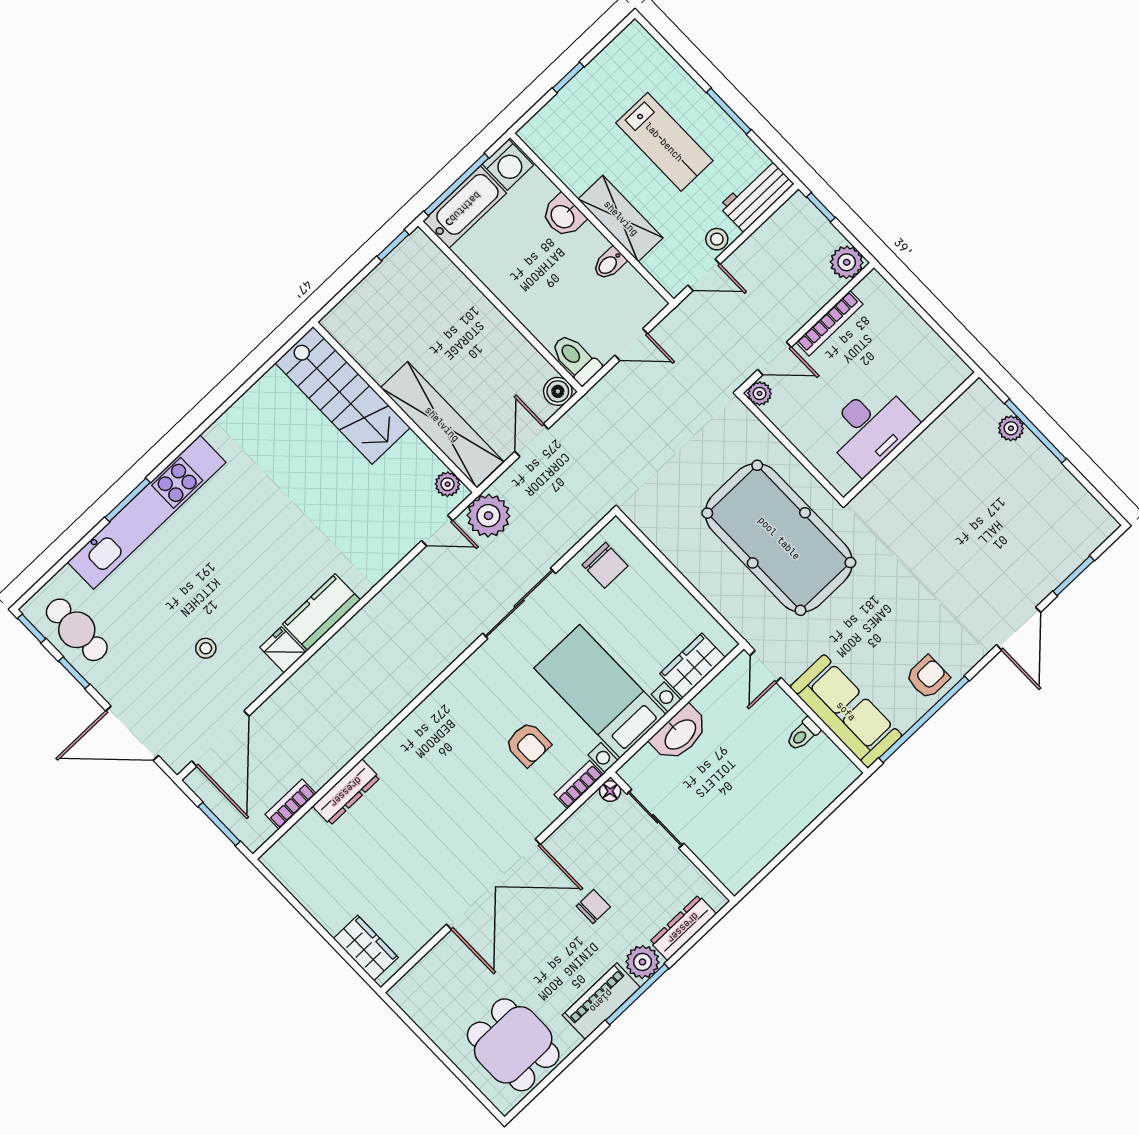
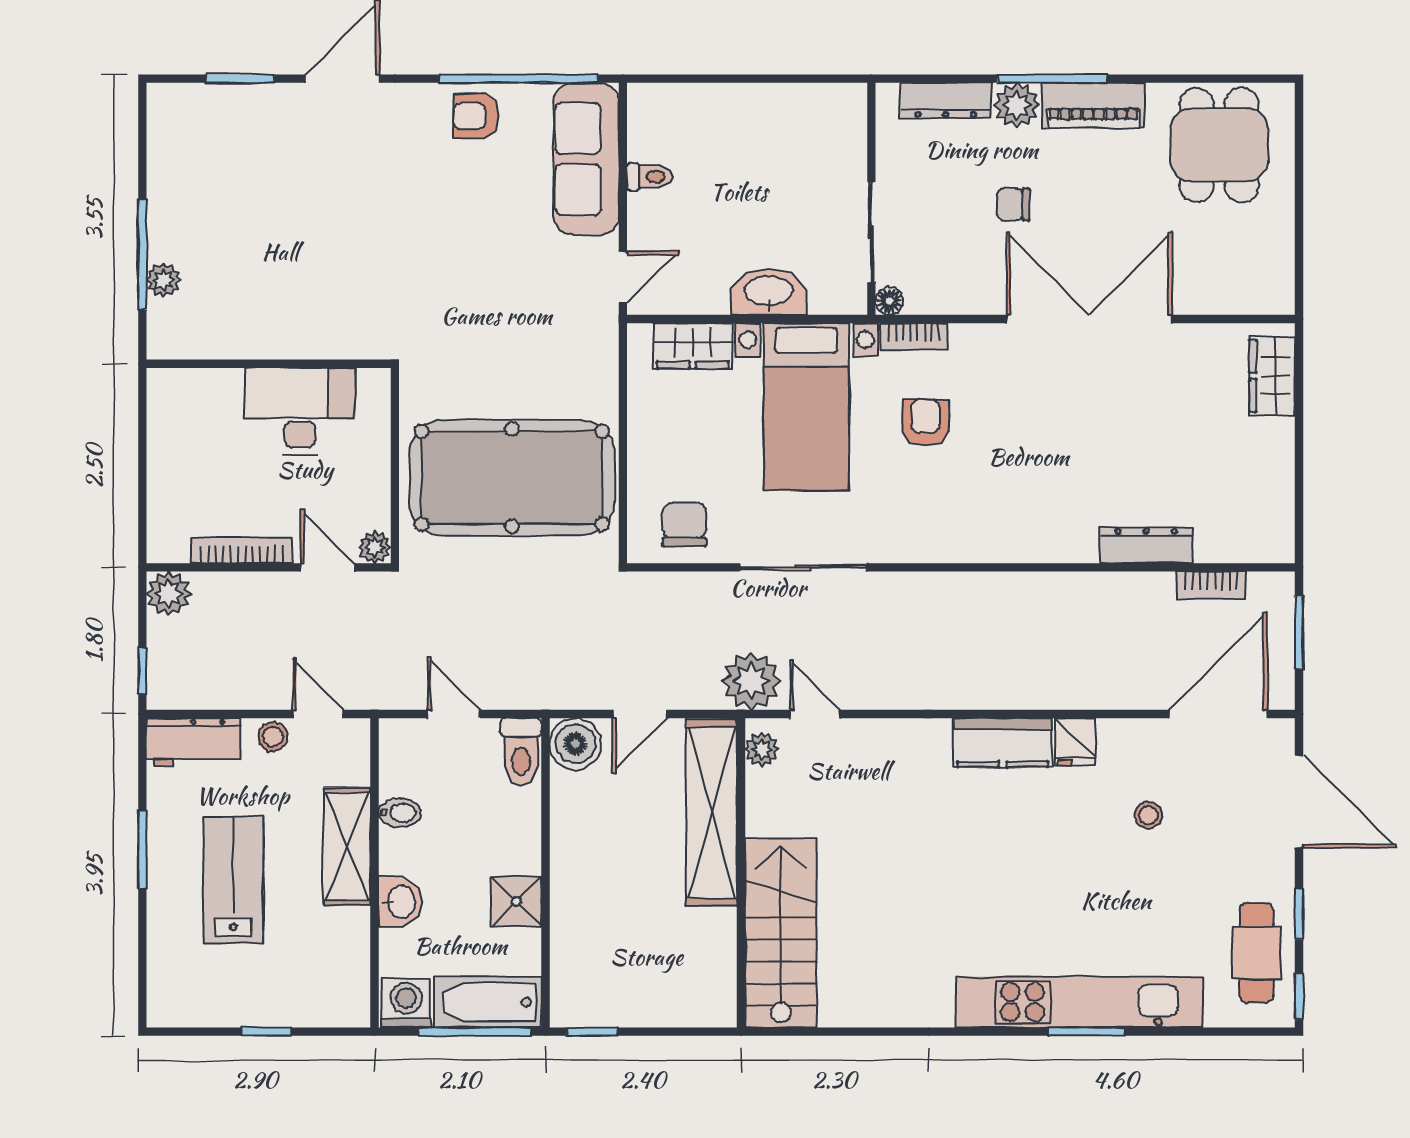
shower: (501, 276) -> (516, 901), added
boiler: (558, 391) -> (575, 744), width x1.36, depth x1.36
pool table: (779, 538) -> (512, 478), moved, turned 90

